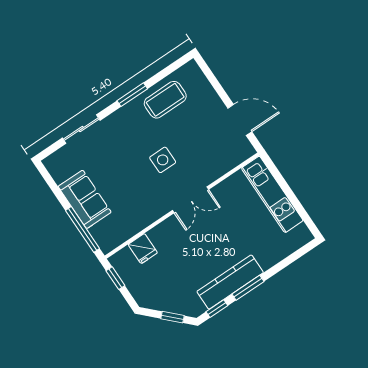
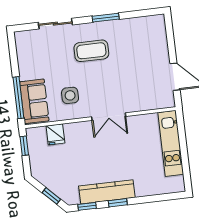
coffee table: (165, 100) -> (91, 51), moved
side table: (163, 160) -> (70, 95), moved
sofa: (85, 199) -> (34, 101), moved
window: (248, 288) -> (118, 203), width x0.67

